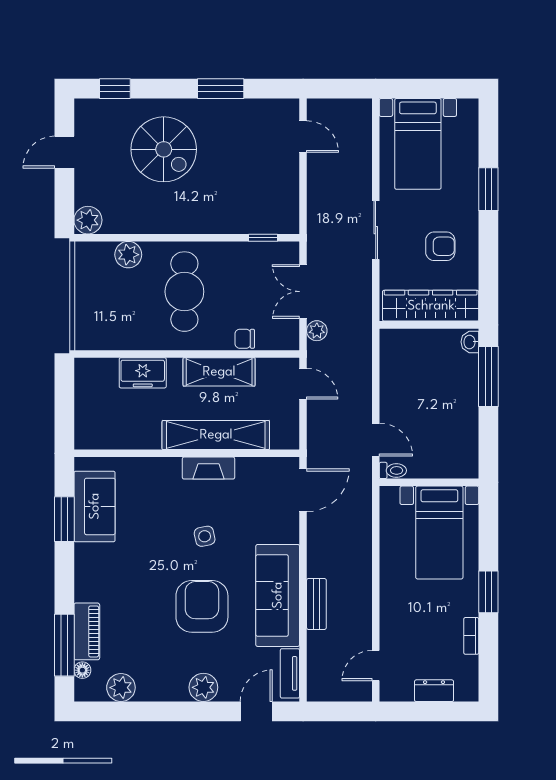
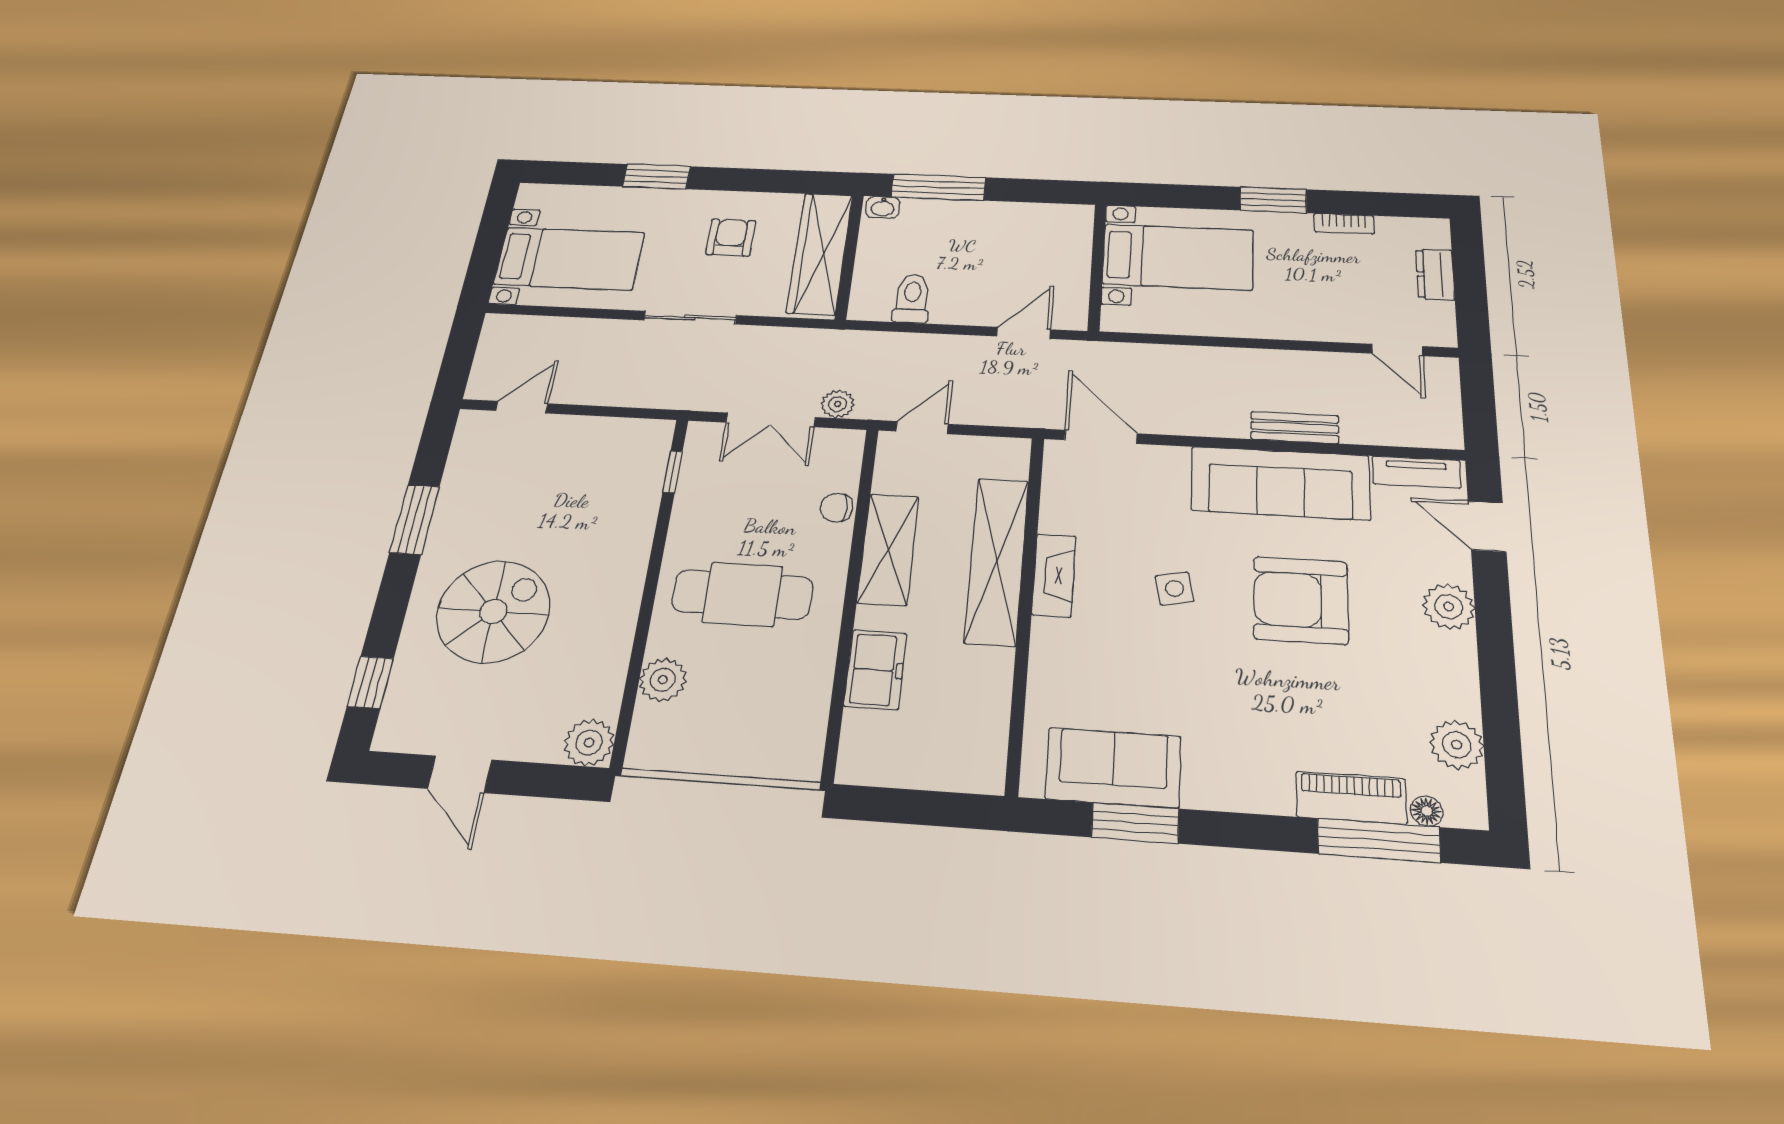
chair: (245, 339) -> (837, 508), turned 90
toilet: (393, 470) -> (912, 299), moved, width x1.37, depth x1.39

